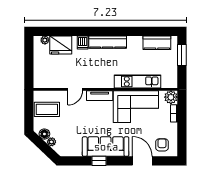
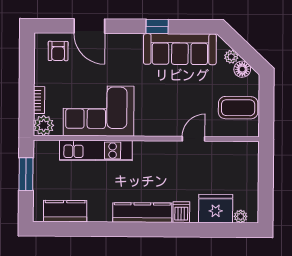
window: (182, 55) -> (26, 174), moved
tv unit: (100, 96) -> (155, 129), removed
sofa: (106, 147) -> (180, 49), moved

